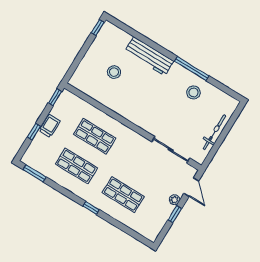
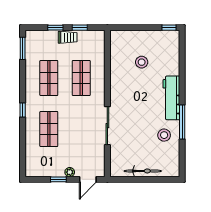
workbench: (149, 56) -> (171, 98), moved
window: (55, 97) -> (80, 28), moved
sliding door: (171, 150) -> (107, 126), moved

